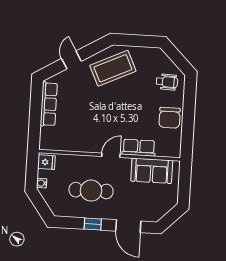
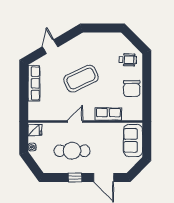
coffee table: (113, 68) -> (81, 79), moved
door: (111, 155) -> (75, 121), moved
sofa: (152, 171) -> (133, 140), moved, turned 90

